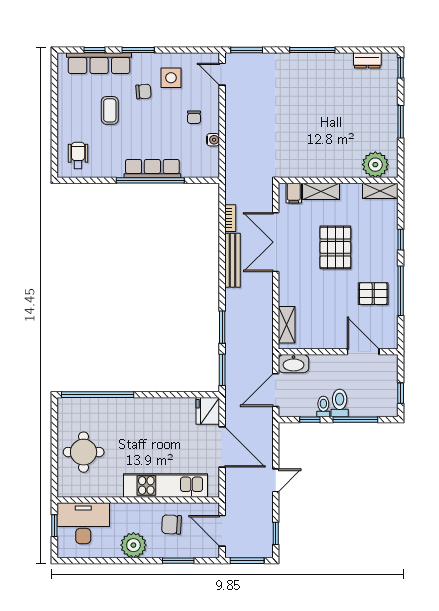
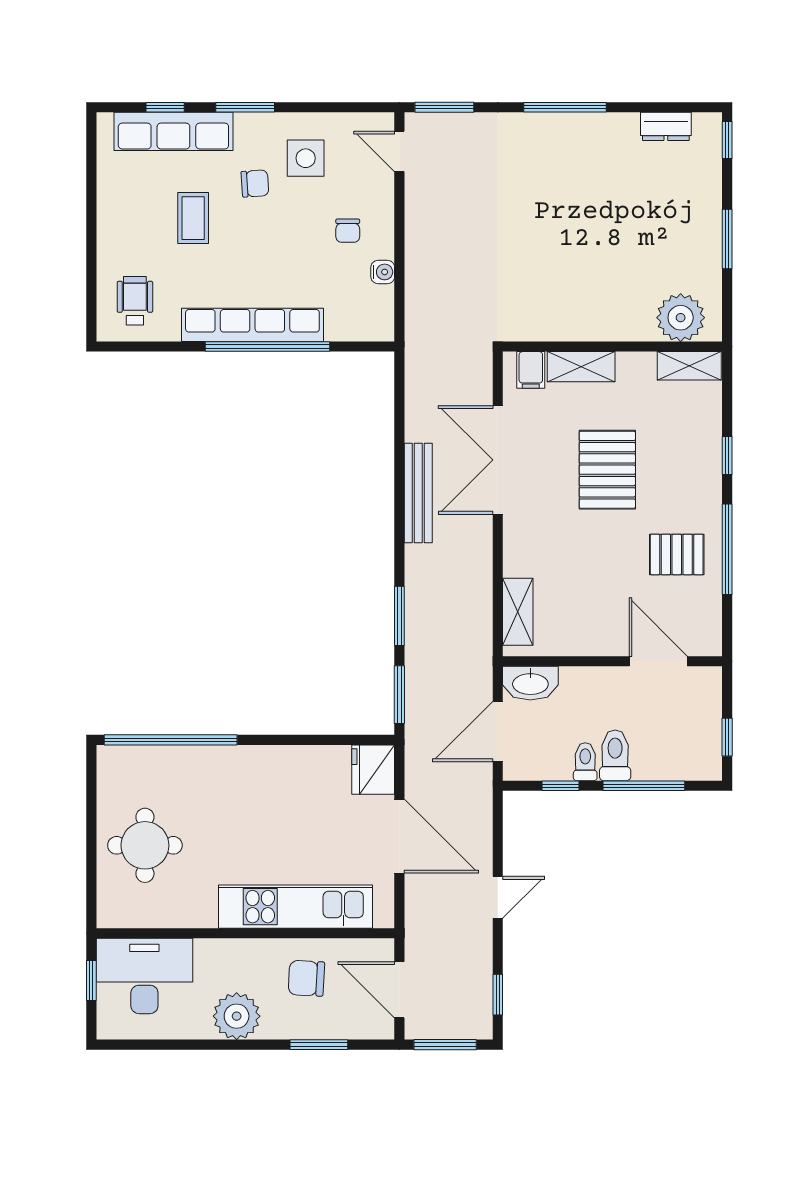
row of seats: (152, 169) -> (252, 325), width x1.36
bookcase: (230, 218) -> (414, 416), removed

